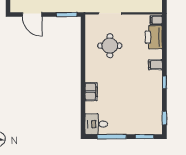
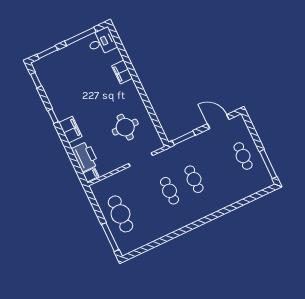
filing cabinet: (155, 65) -> (70, 130), width x2.00

